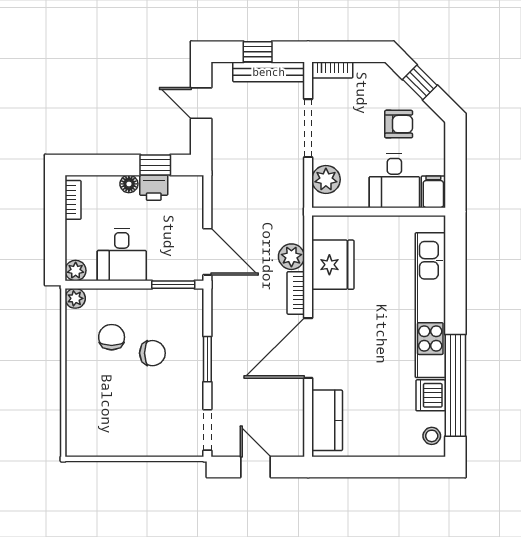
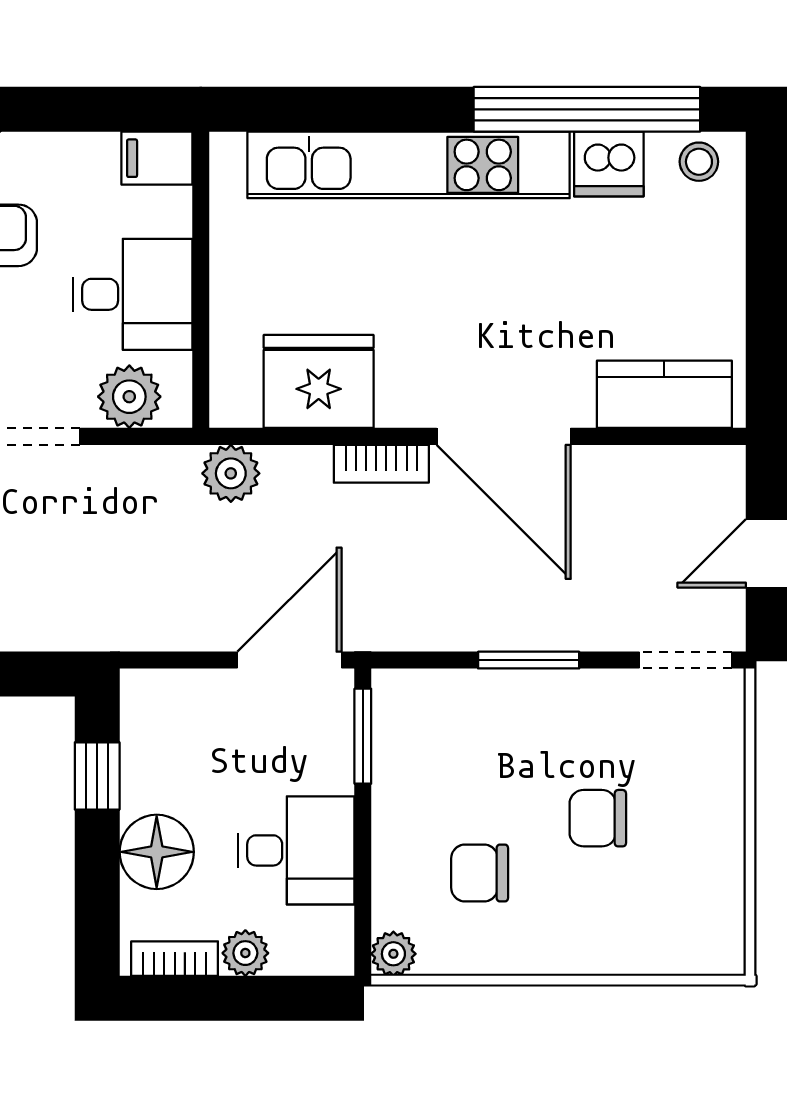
desk: (394, 181) -> (132, 294), moved
floor lamp: (129, 184) -> (157, 852), width x1.89, depth x1.89
printer: (154, 188) -> (148, 779), removed
plant: (291, 257) -> (231, 473), moved
plant: (76, 270) -> (245, 953), moved
chair: (152, 353) -> (598, 818), moved, turned -90

